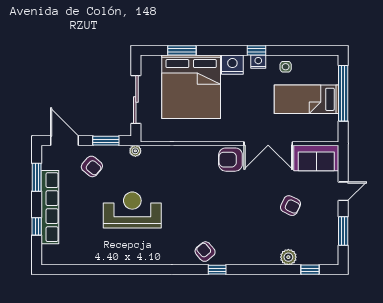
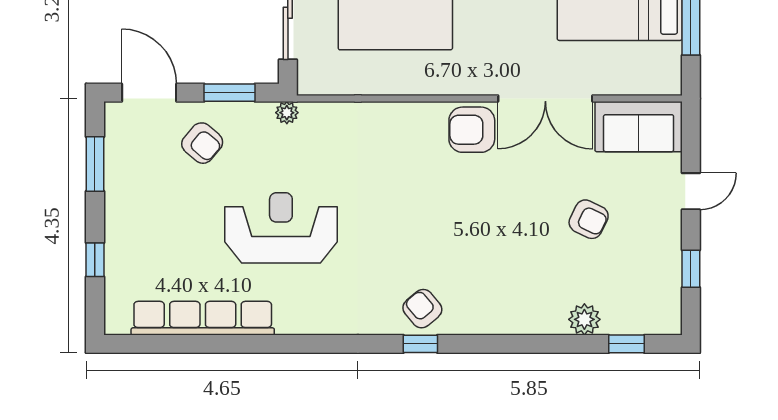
row of seats: (50, 207) -> (203, 318), moved, turned -90
window: (343, 231) -> (691, 269), width x0.67
window: (217, 270) -> (420, 344), moved

